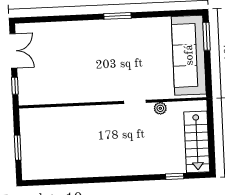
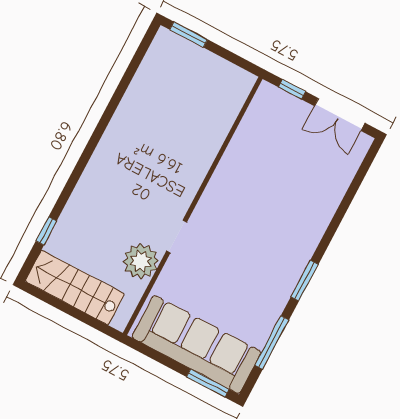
window: (163, 14) -> (272, 343), added
plant: (160, 108) -> (141, 261), width x1.88, depth x1.88
window: (18, 148) -> (189, 35), moved

